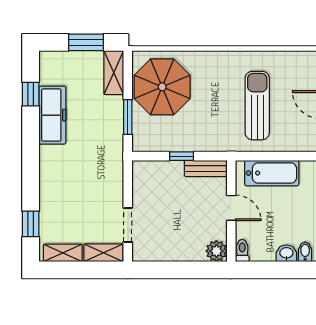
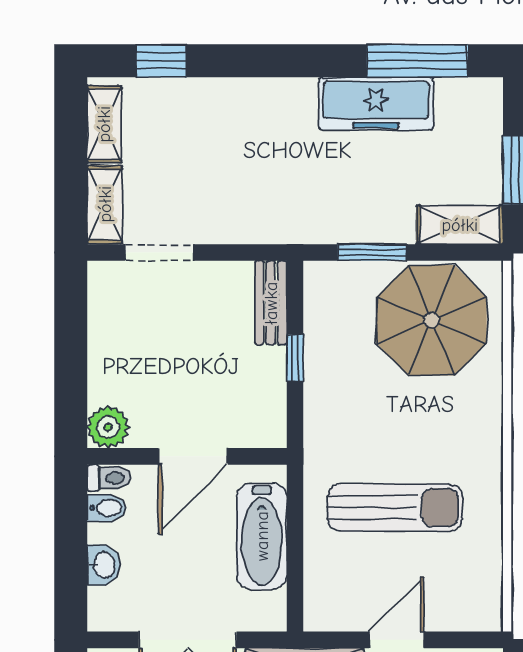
window: (31, 94) -> (417, 61), width x2.17
bench: (206, 168) -> (271, 303), moved
door: (231, 208) -> (193, 456), width x1.38
bidet: (305, 252) -> (106, 508), moved

